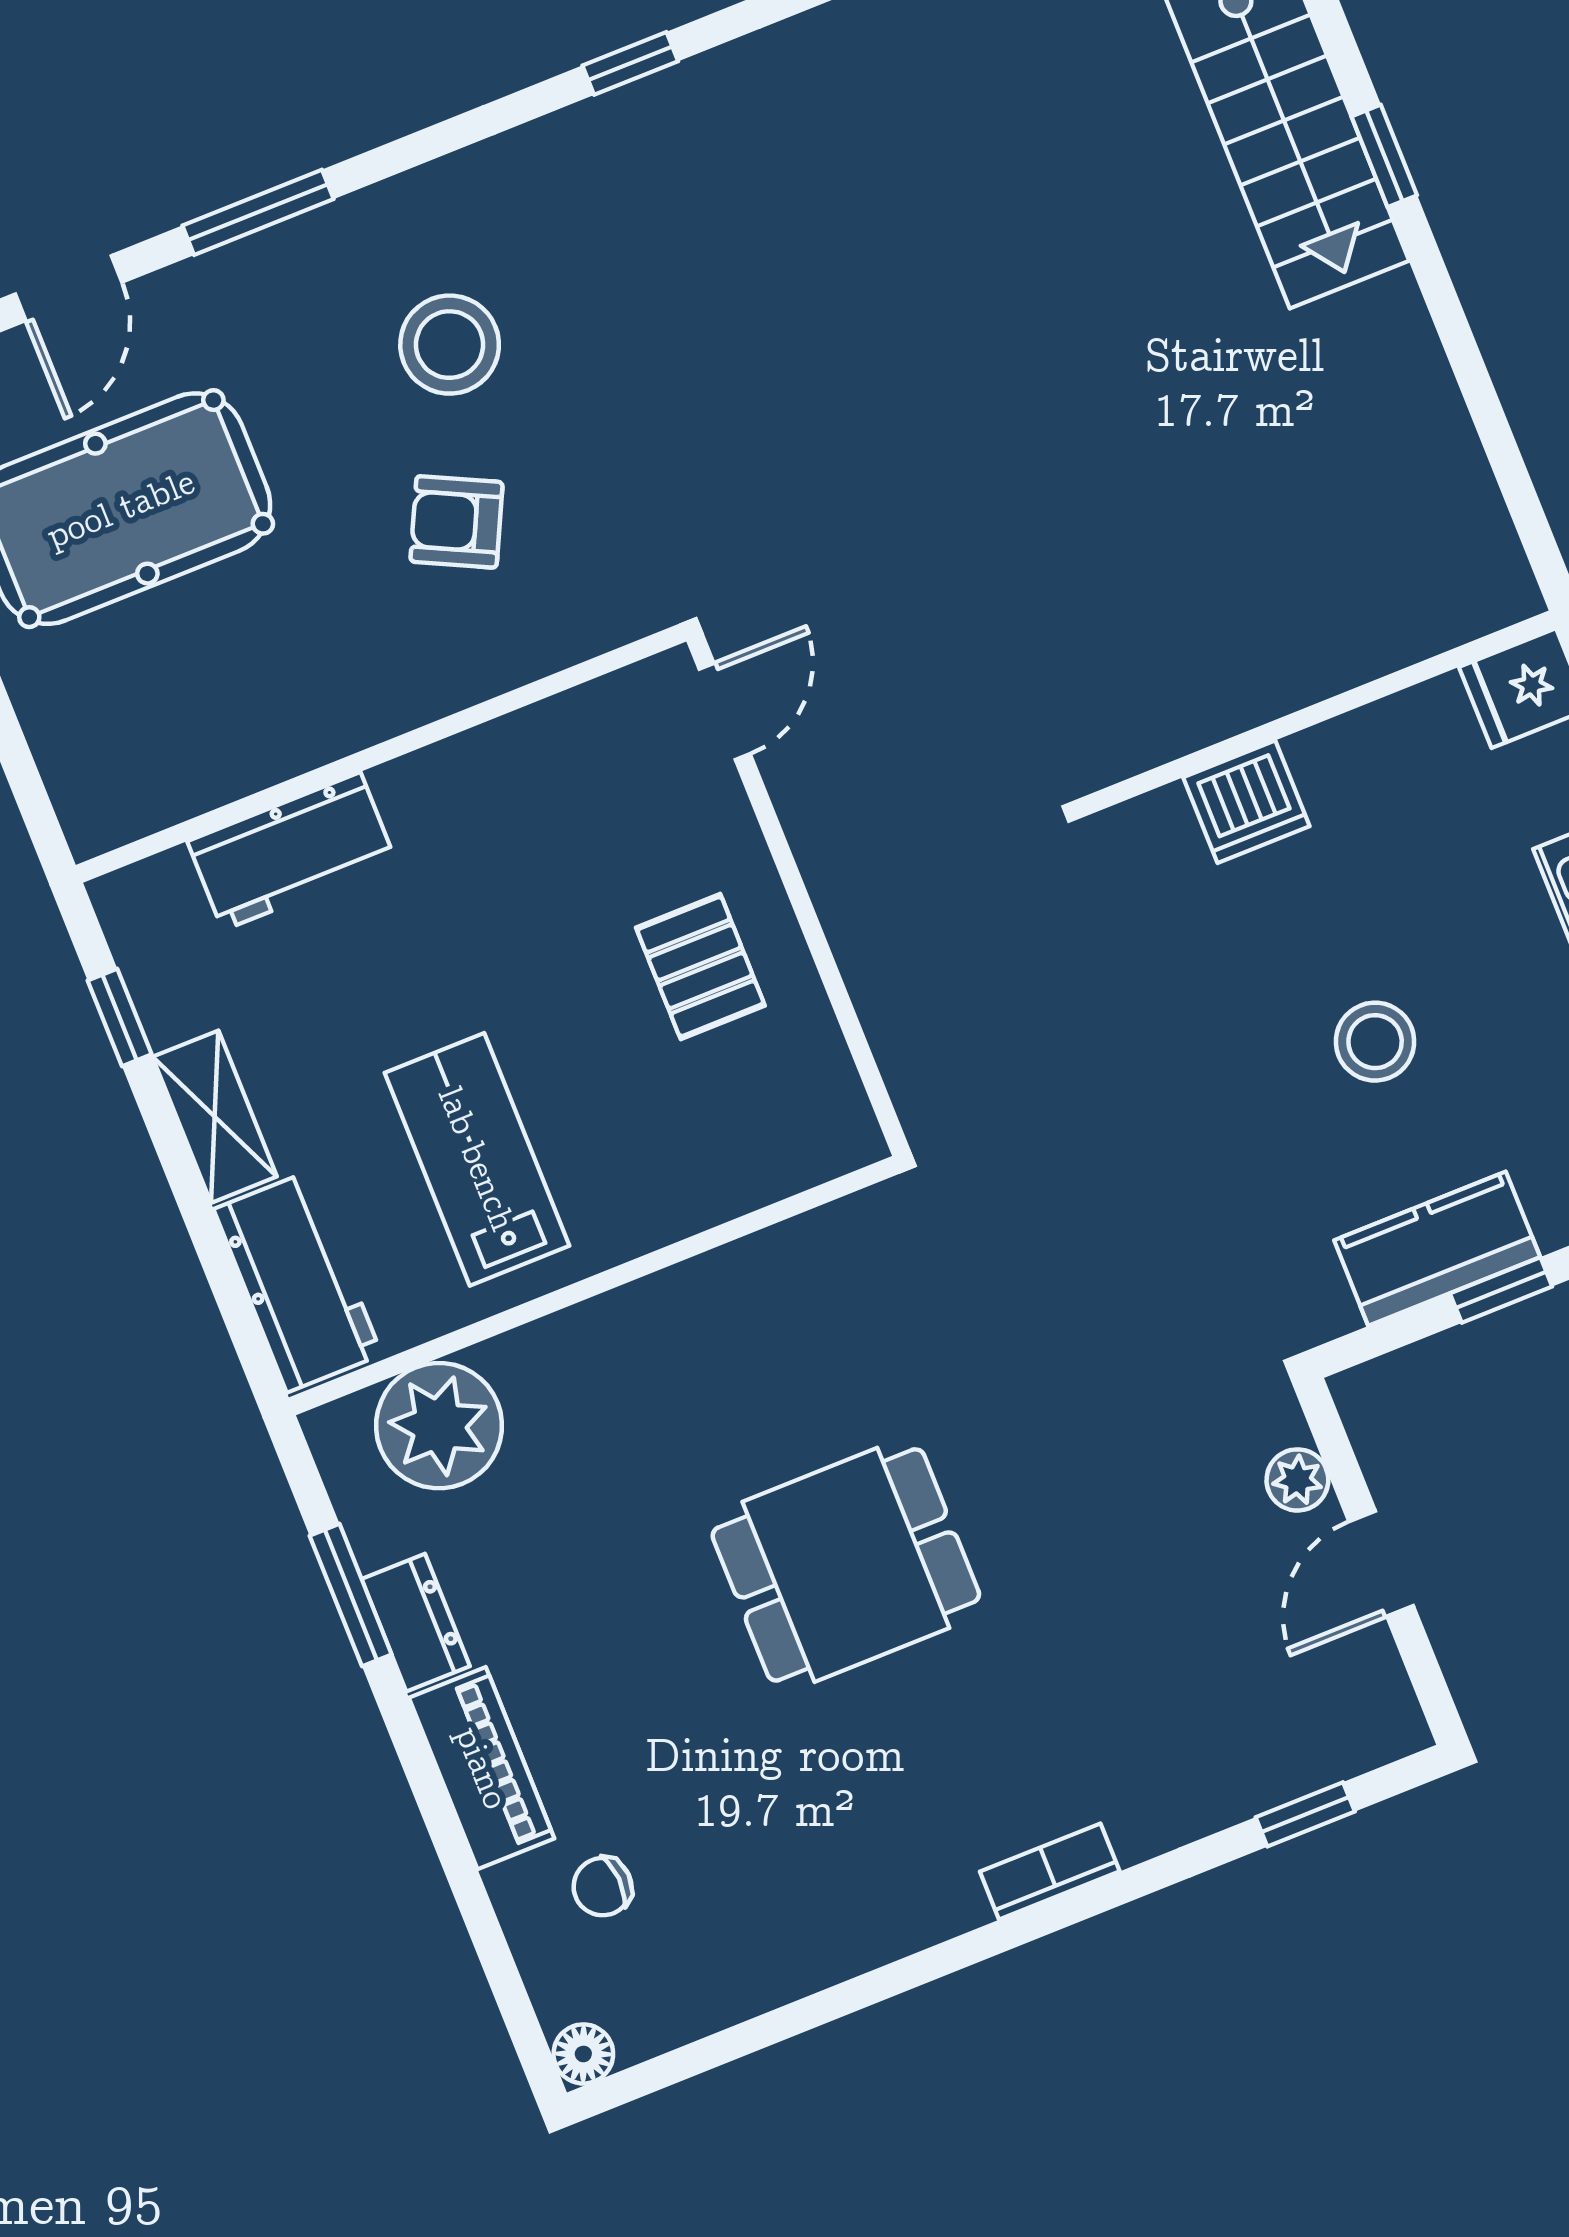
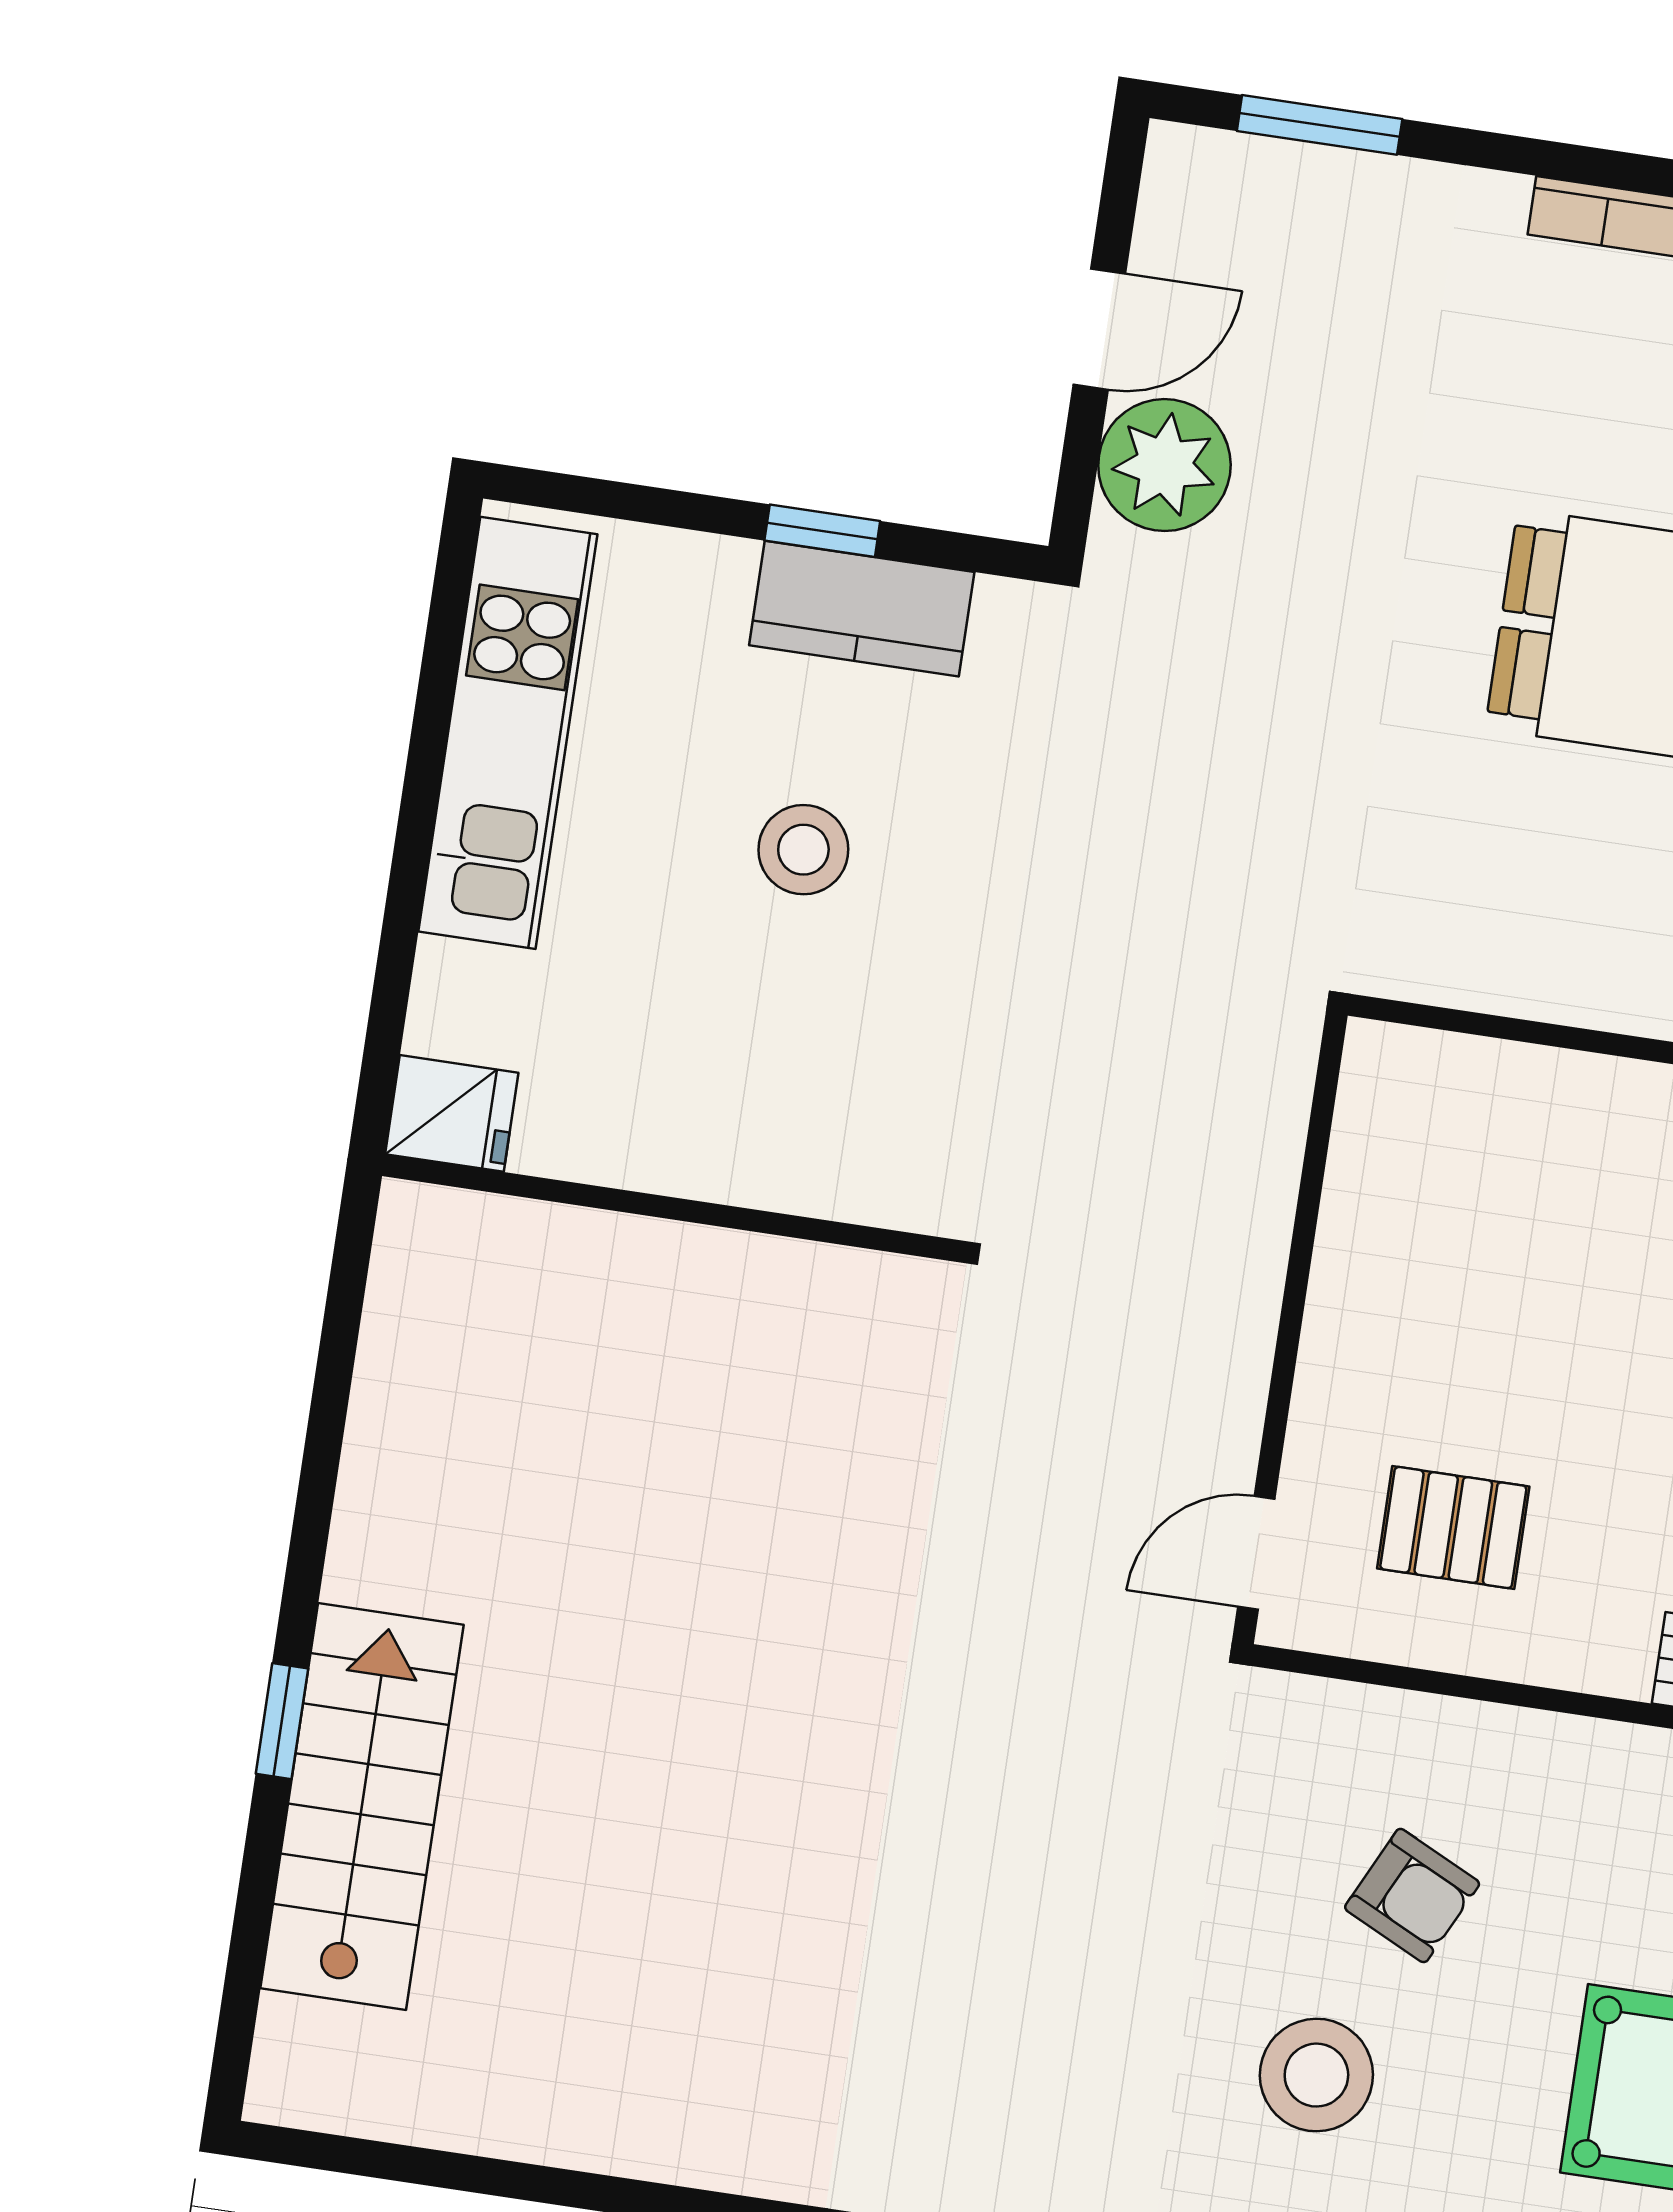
dishwasher: (1246, 802) -> (792, 1161), removed
pallet: (700, 967) -> (1453, 1527), moved, turned 90
plant: (1297, 1480) -> (1164, 465), width x1.87, depth x1.87
window: (1305, 1814) -> (1320, 125), width x1.50

